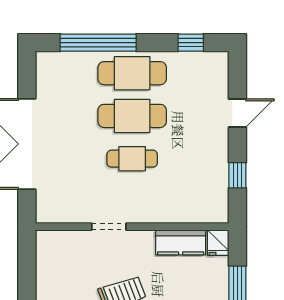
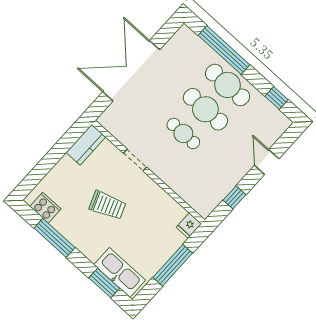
door: (237, 113) -> (267, 162), swing flipped
kitchen counter: (181, 242) -> (86, 145), moved, turned -90

